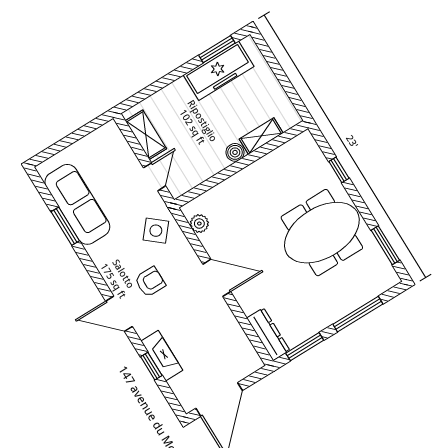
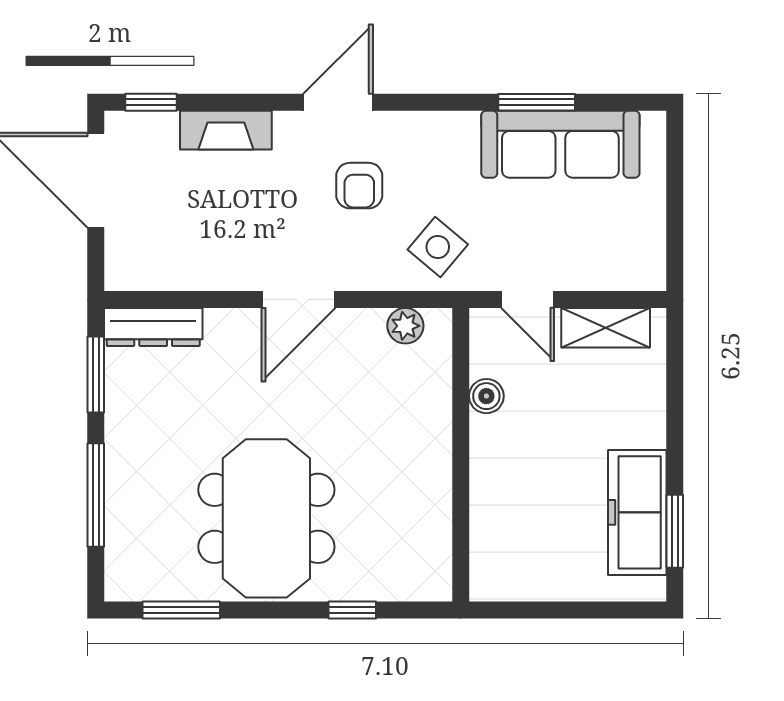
shelving: (261, 136) -> (487, 516), removed
boiler: (235, 152) -> (486, 396), moved
window: (151, 366) -> (151, 102), moved

